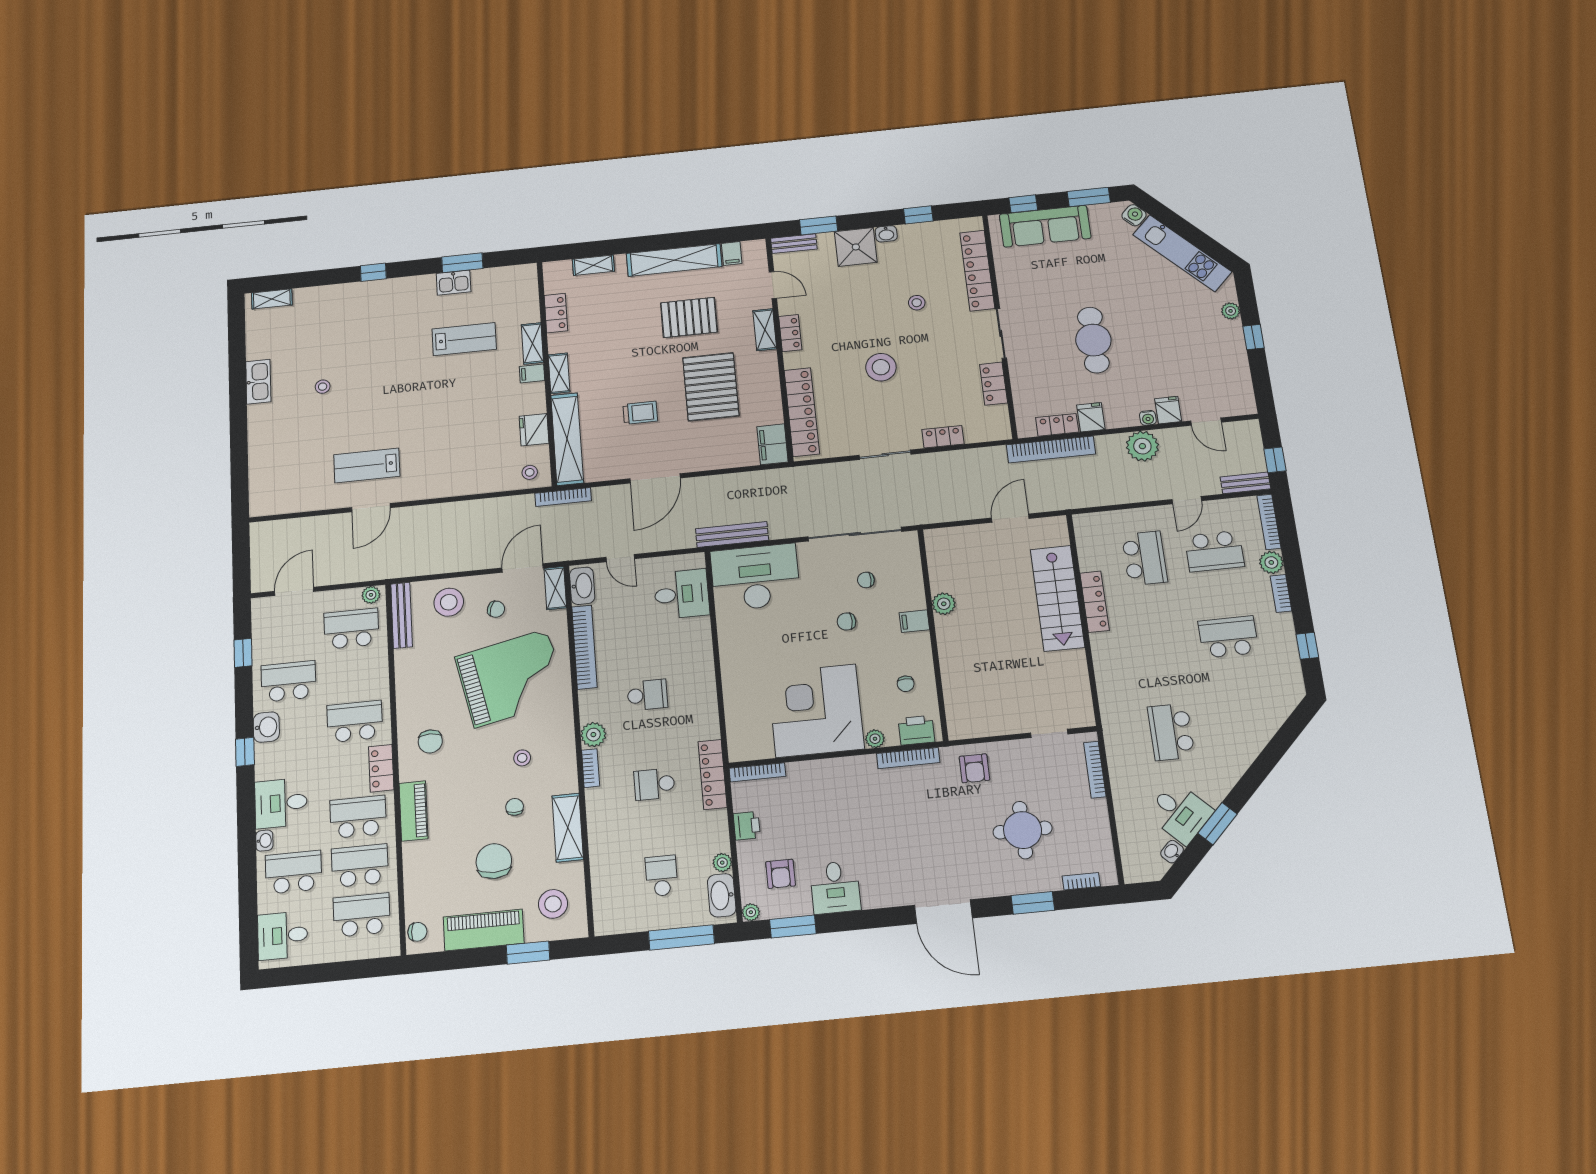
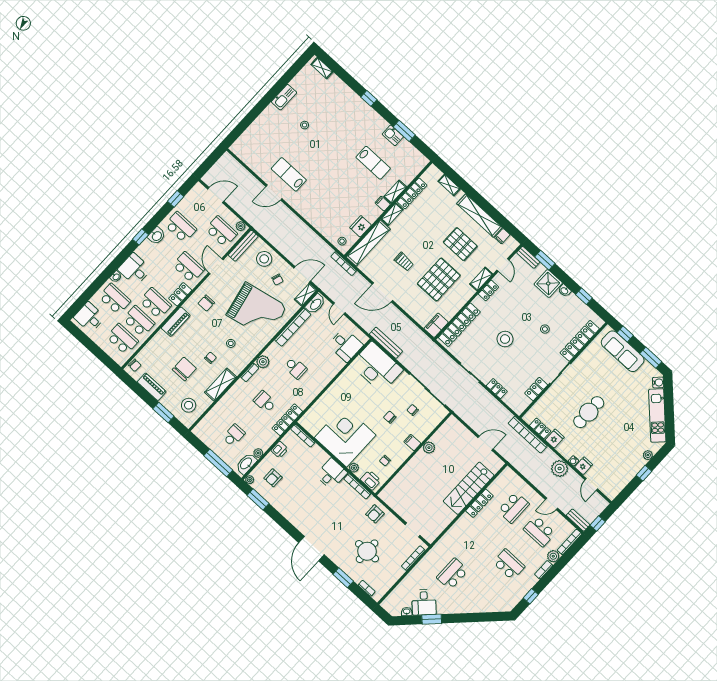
locker: (556, 313) -> (412, 193), width x1.53
door: (392, 680) -> (216, 266), added
desk: (835, 887) -> (331, 474), moved, turned 180
piano: (484, 930) -> (152, 387), width x0.73, depth x0.75

